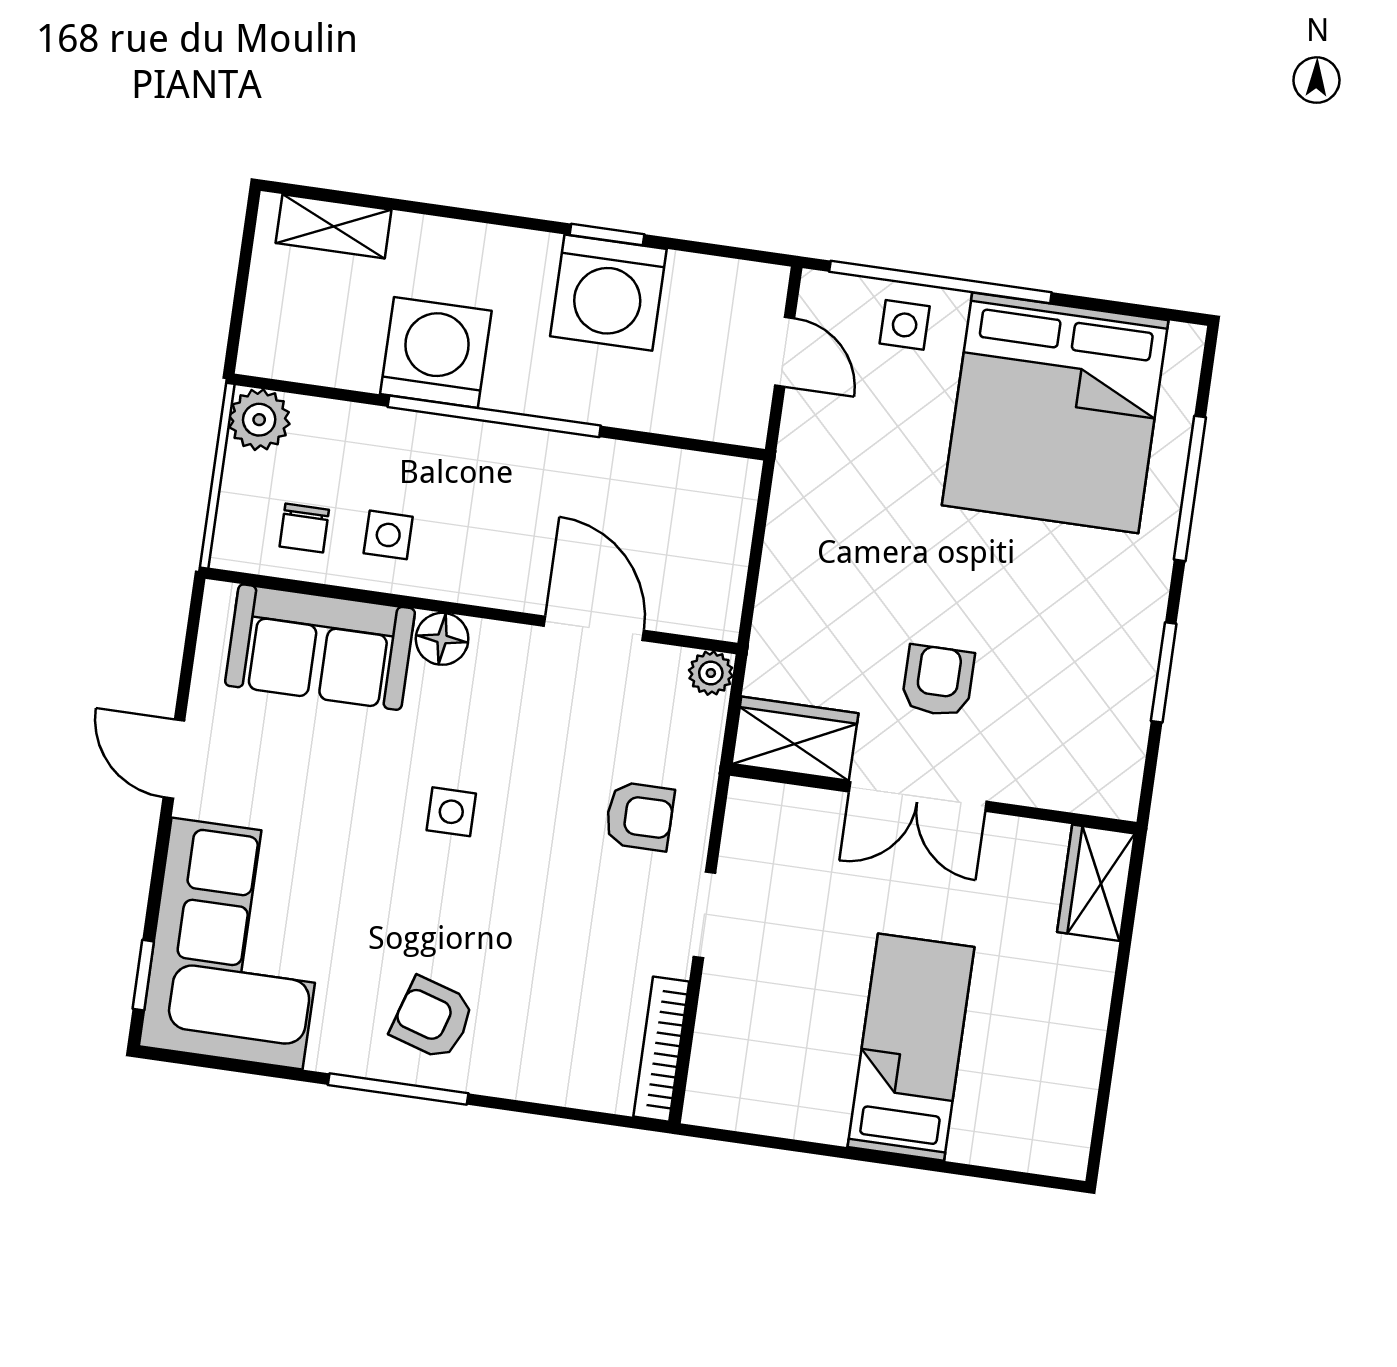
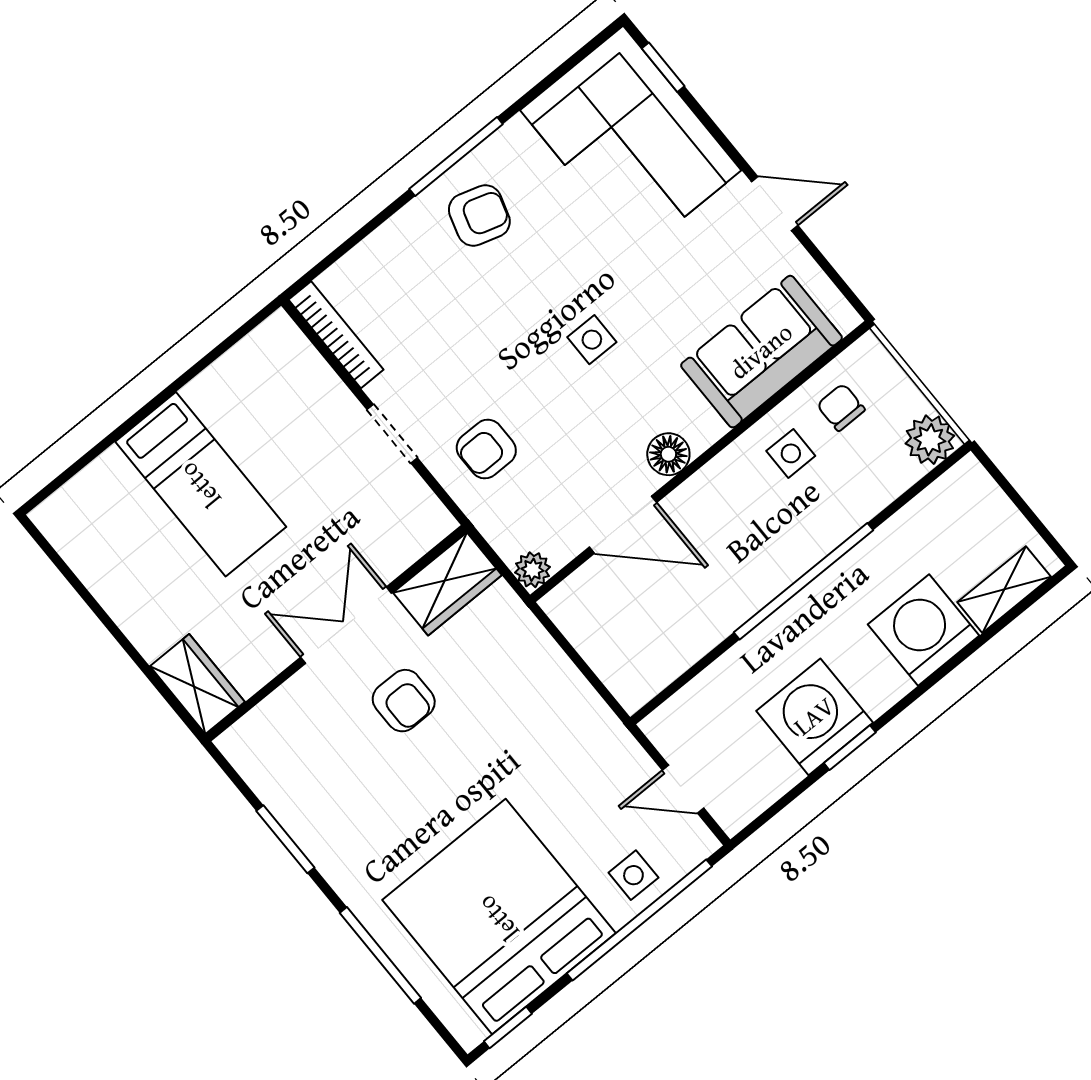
window: (1149, 312) -> (508, 1028), added
washing machine: (436, 352) -> (924, 630), moved, turned 180
floor lamp: (442, 639) -> (668, 454), moved

